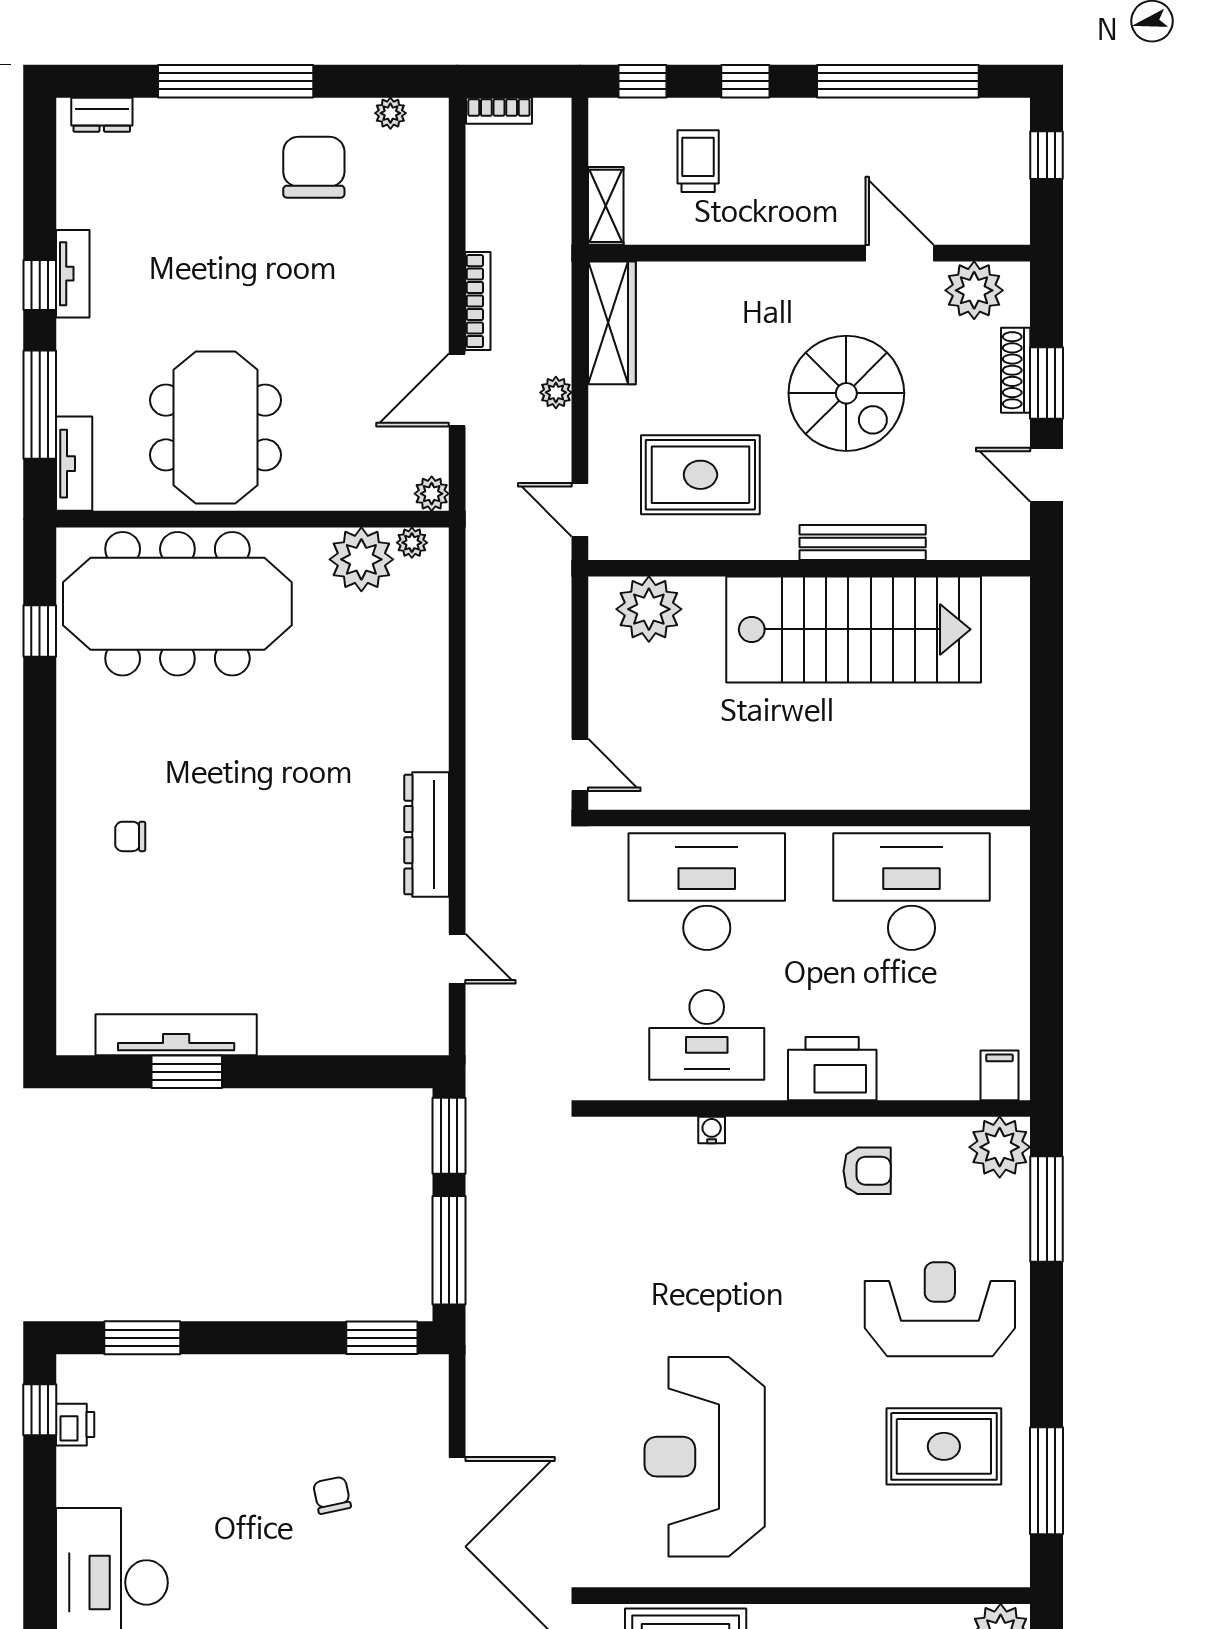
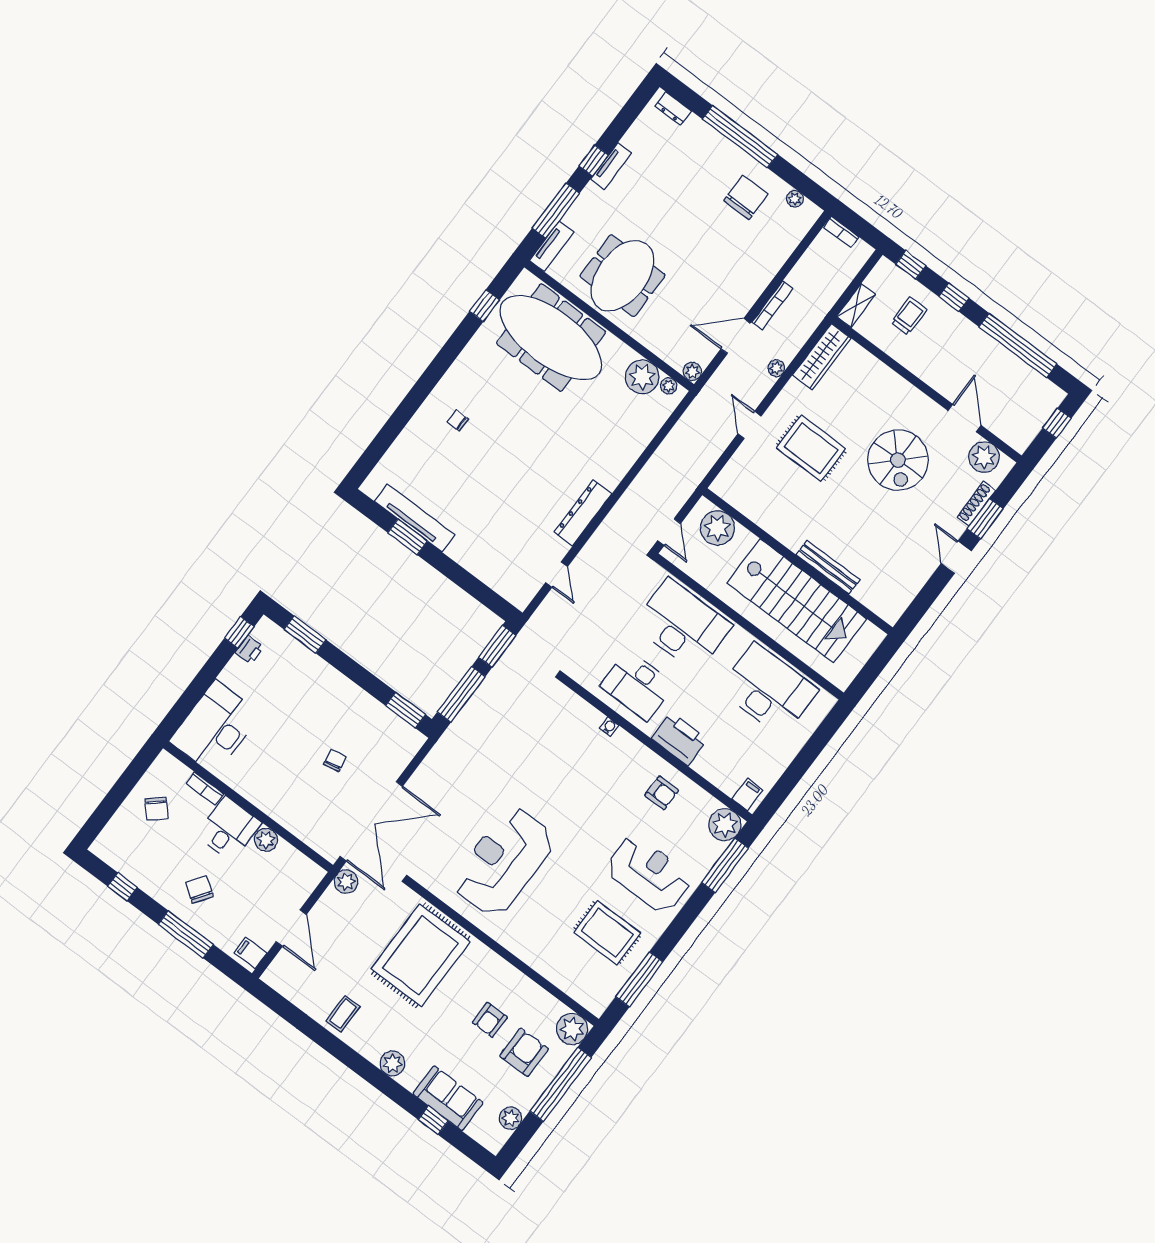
bench: (863, 542) -> (828, 567), moved
wall: (809, 568) -> (798, 561), moved
plant: (649, 609) -> (717, 528), moved
stairs: (854, 629) -> (797, 601), moved

